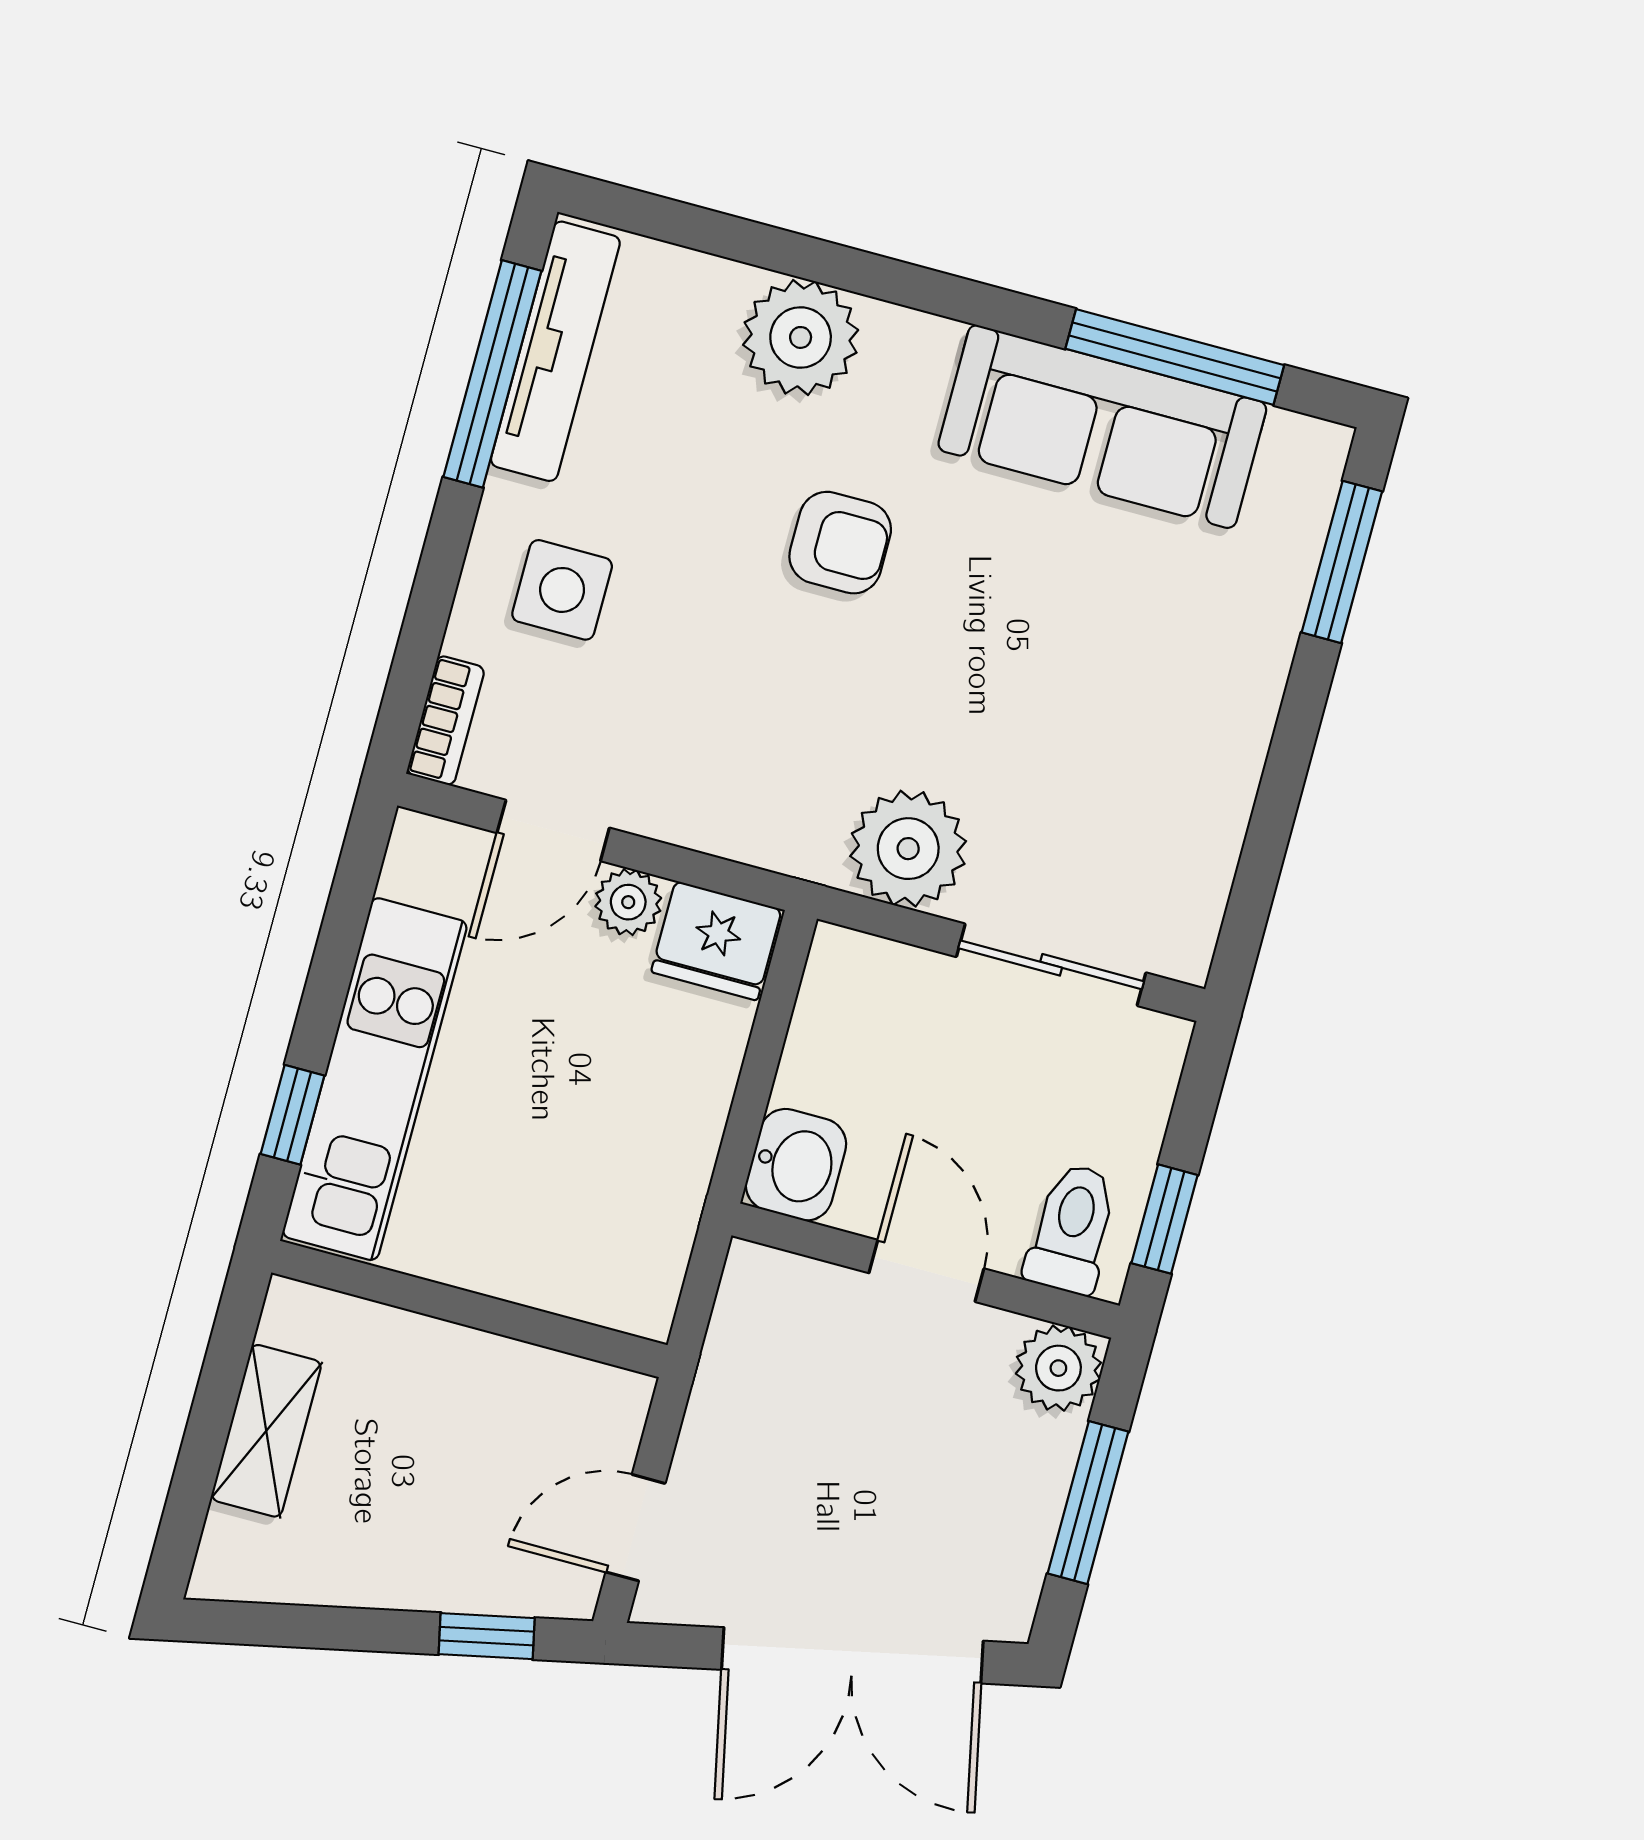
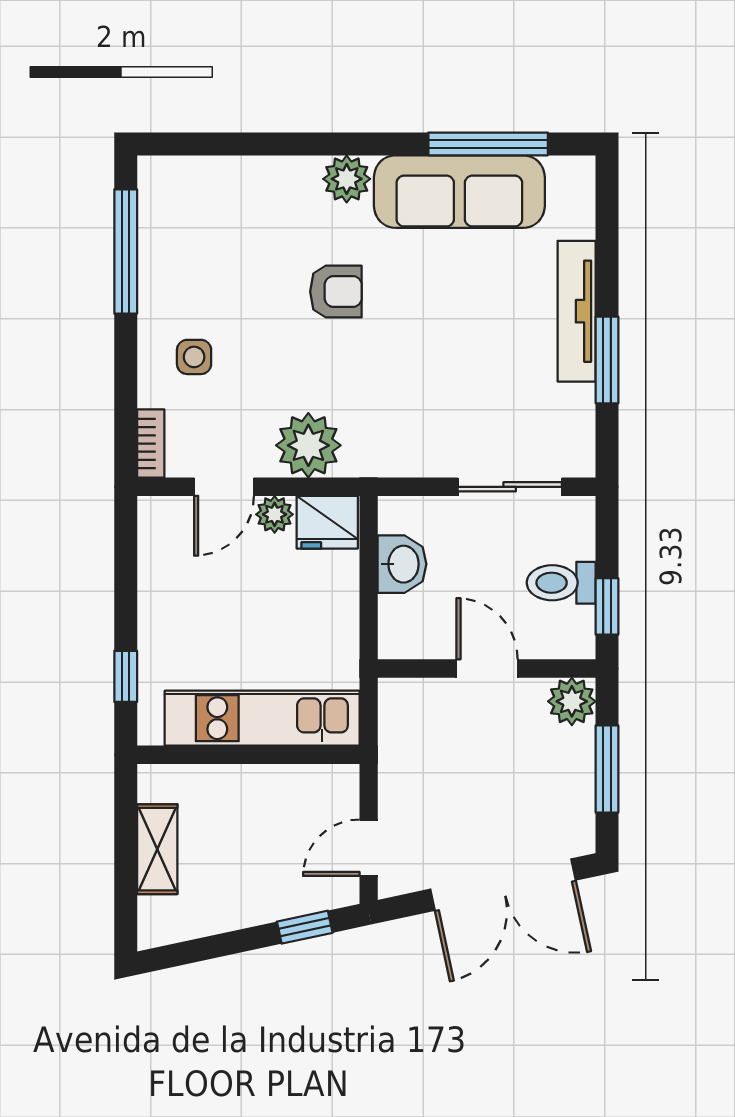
plant: (801, 337) -> (347, 179), moved, width x0.73, depth x0.73
tv unit: (555, 351) -> (577, 311), moved, turned 180
window: (1342, 562) -> (607, 360), moved
side table: (562, 590) -> (194, 357), width x0.73, depth x0.73
plant: (908, 849) -> (308, 445), moved
kitchen unit: (375, 1079) -> (262, 718), moved, turned -90
washbasin: (796, 1165) -> (402, 564), moved
toilet: (1072, 1229) -> (561, 583), moved, turned -90

